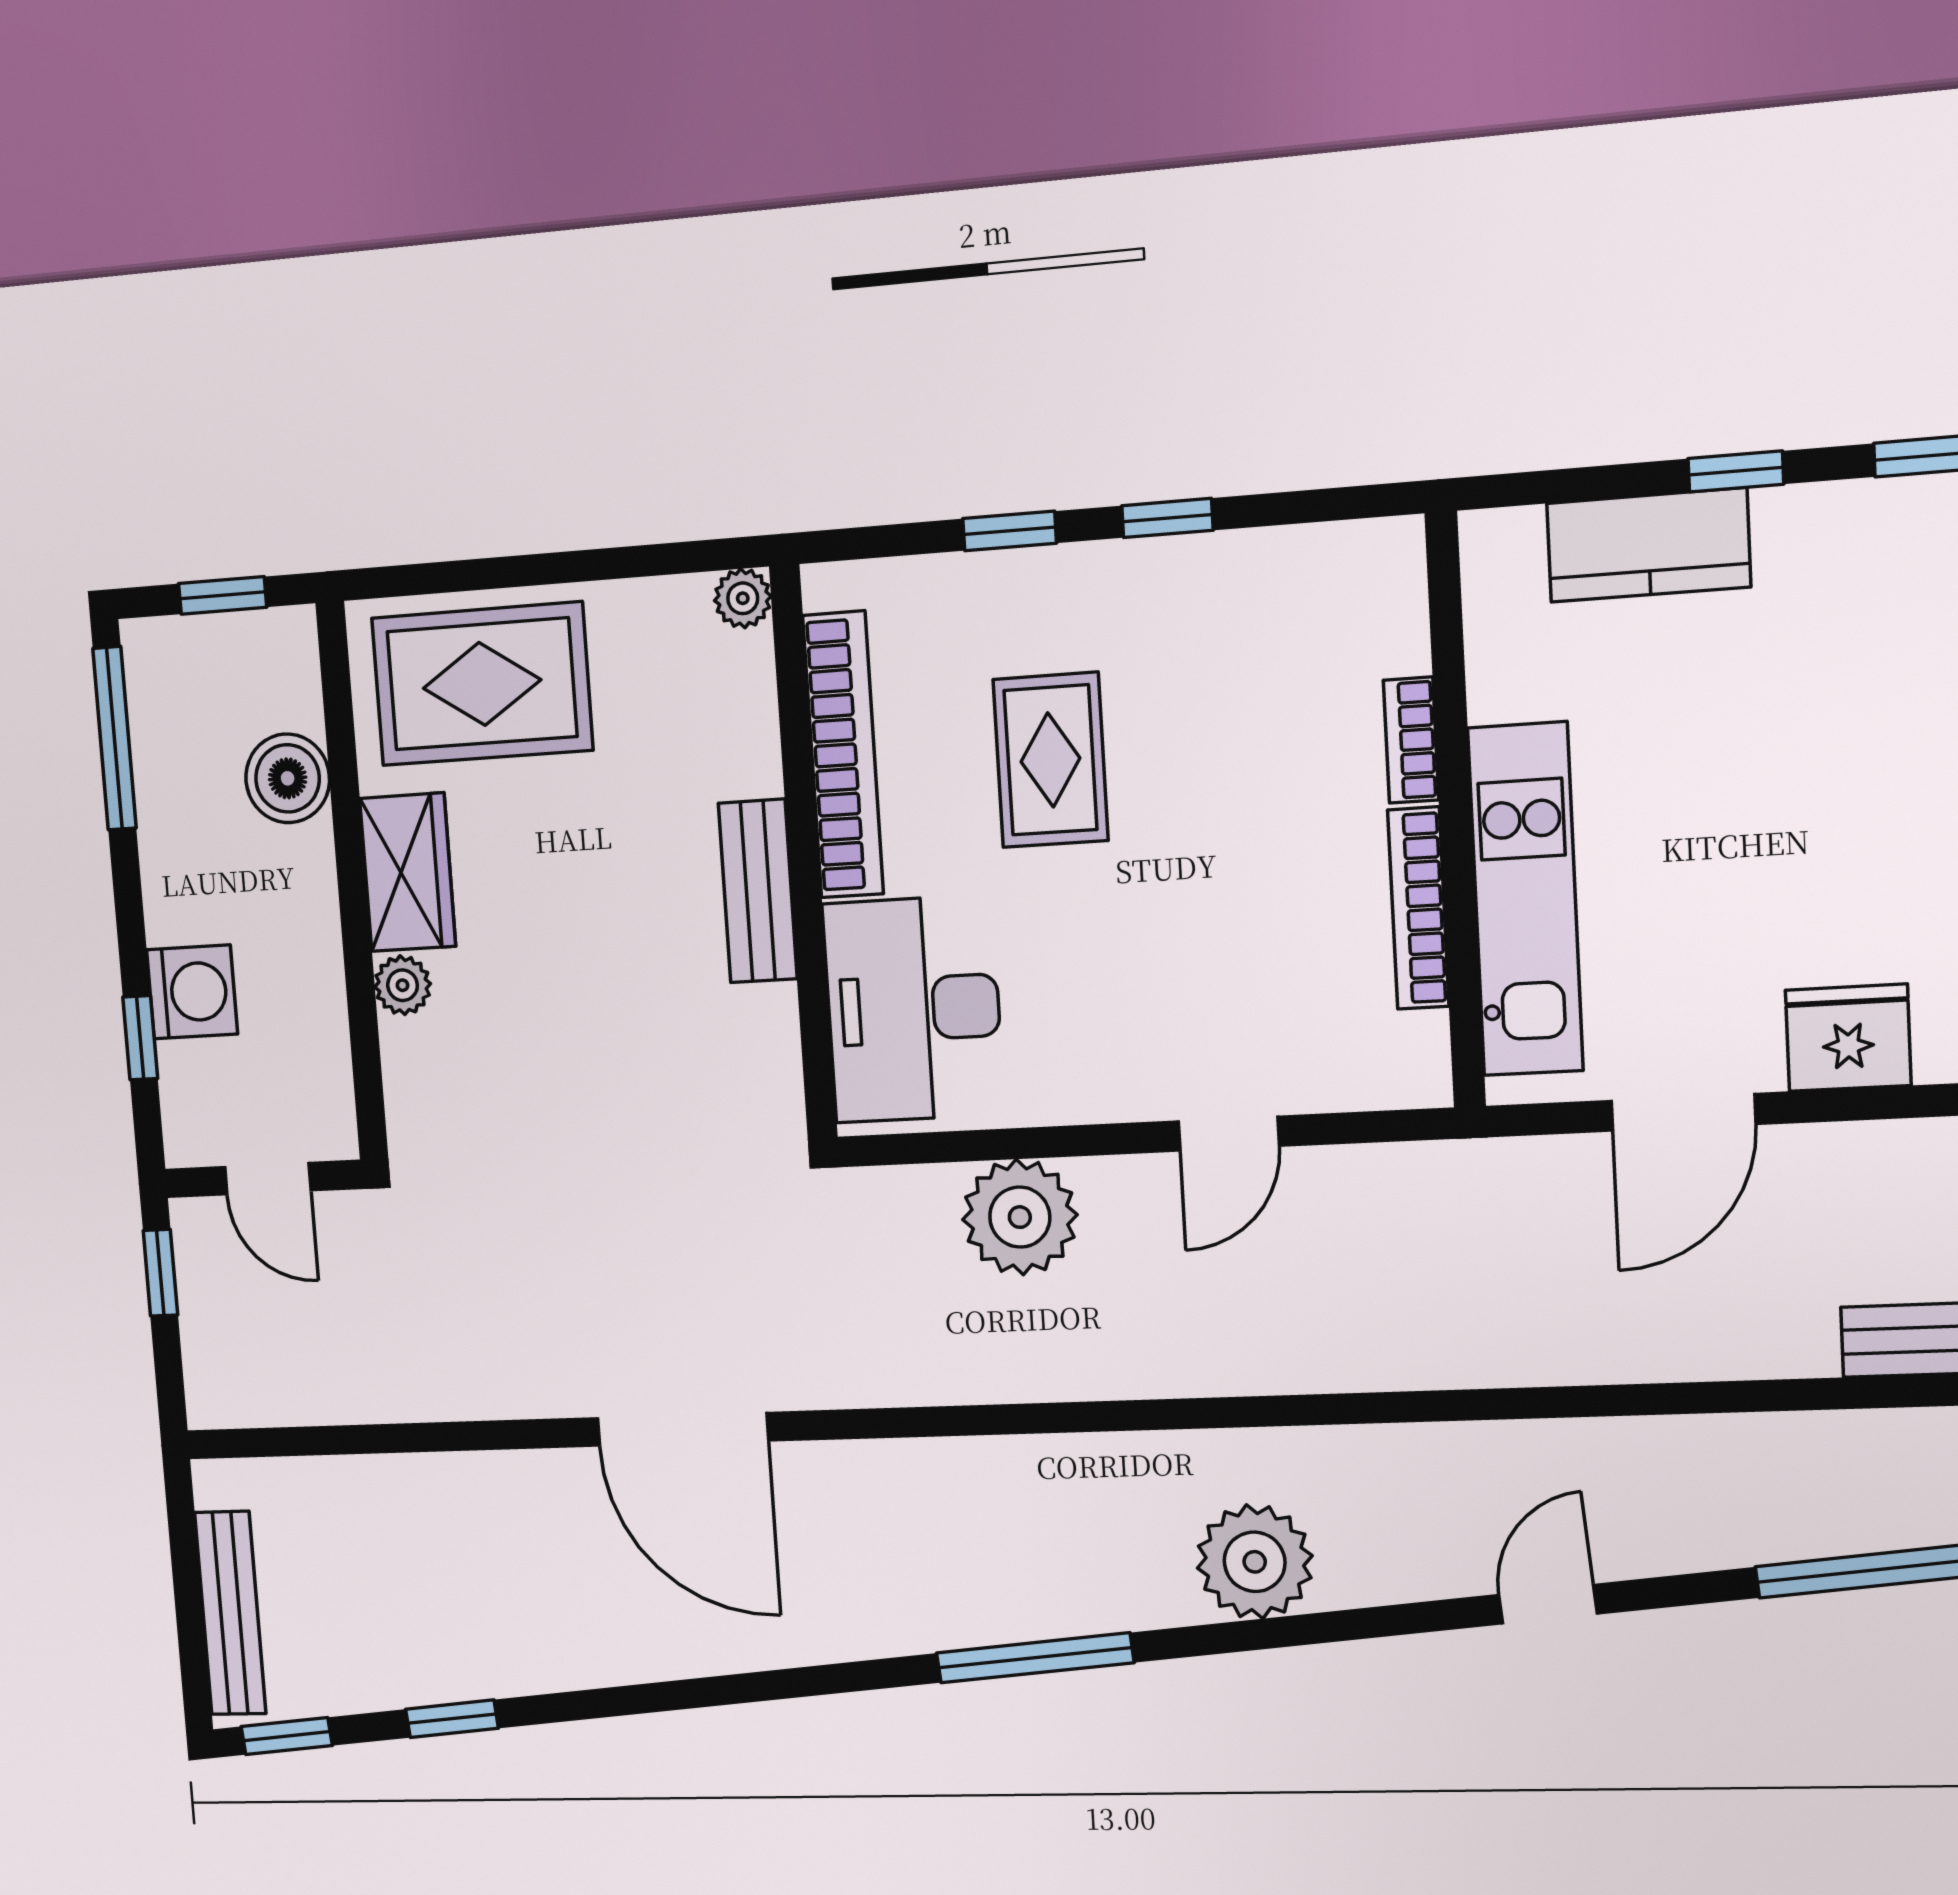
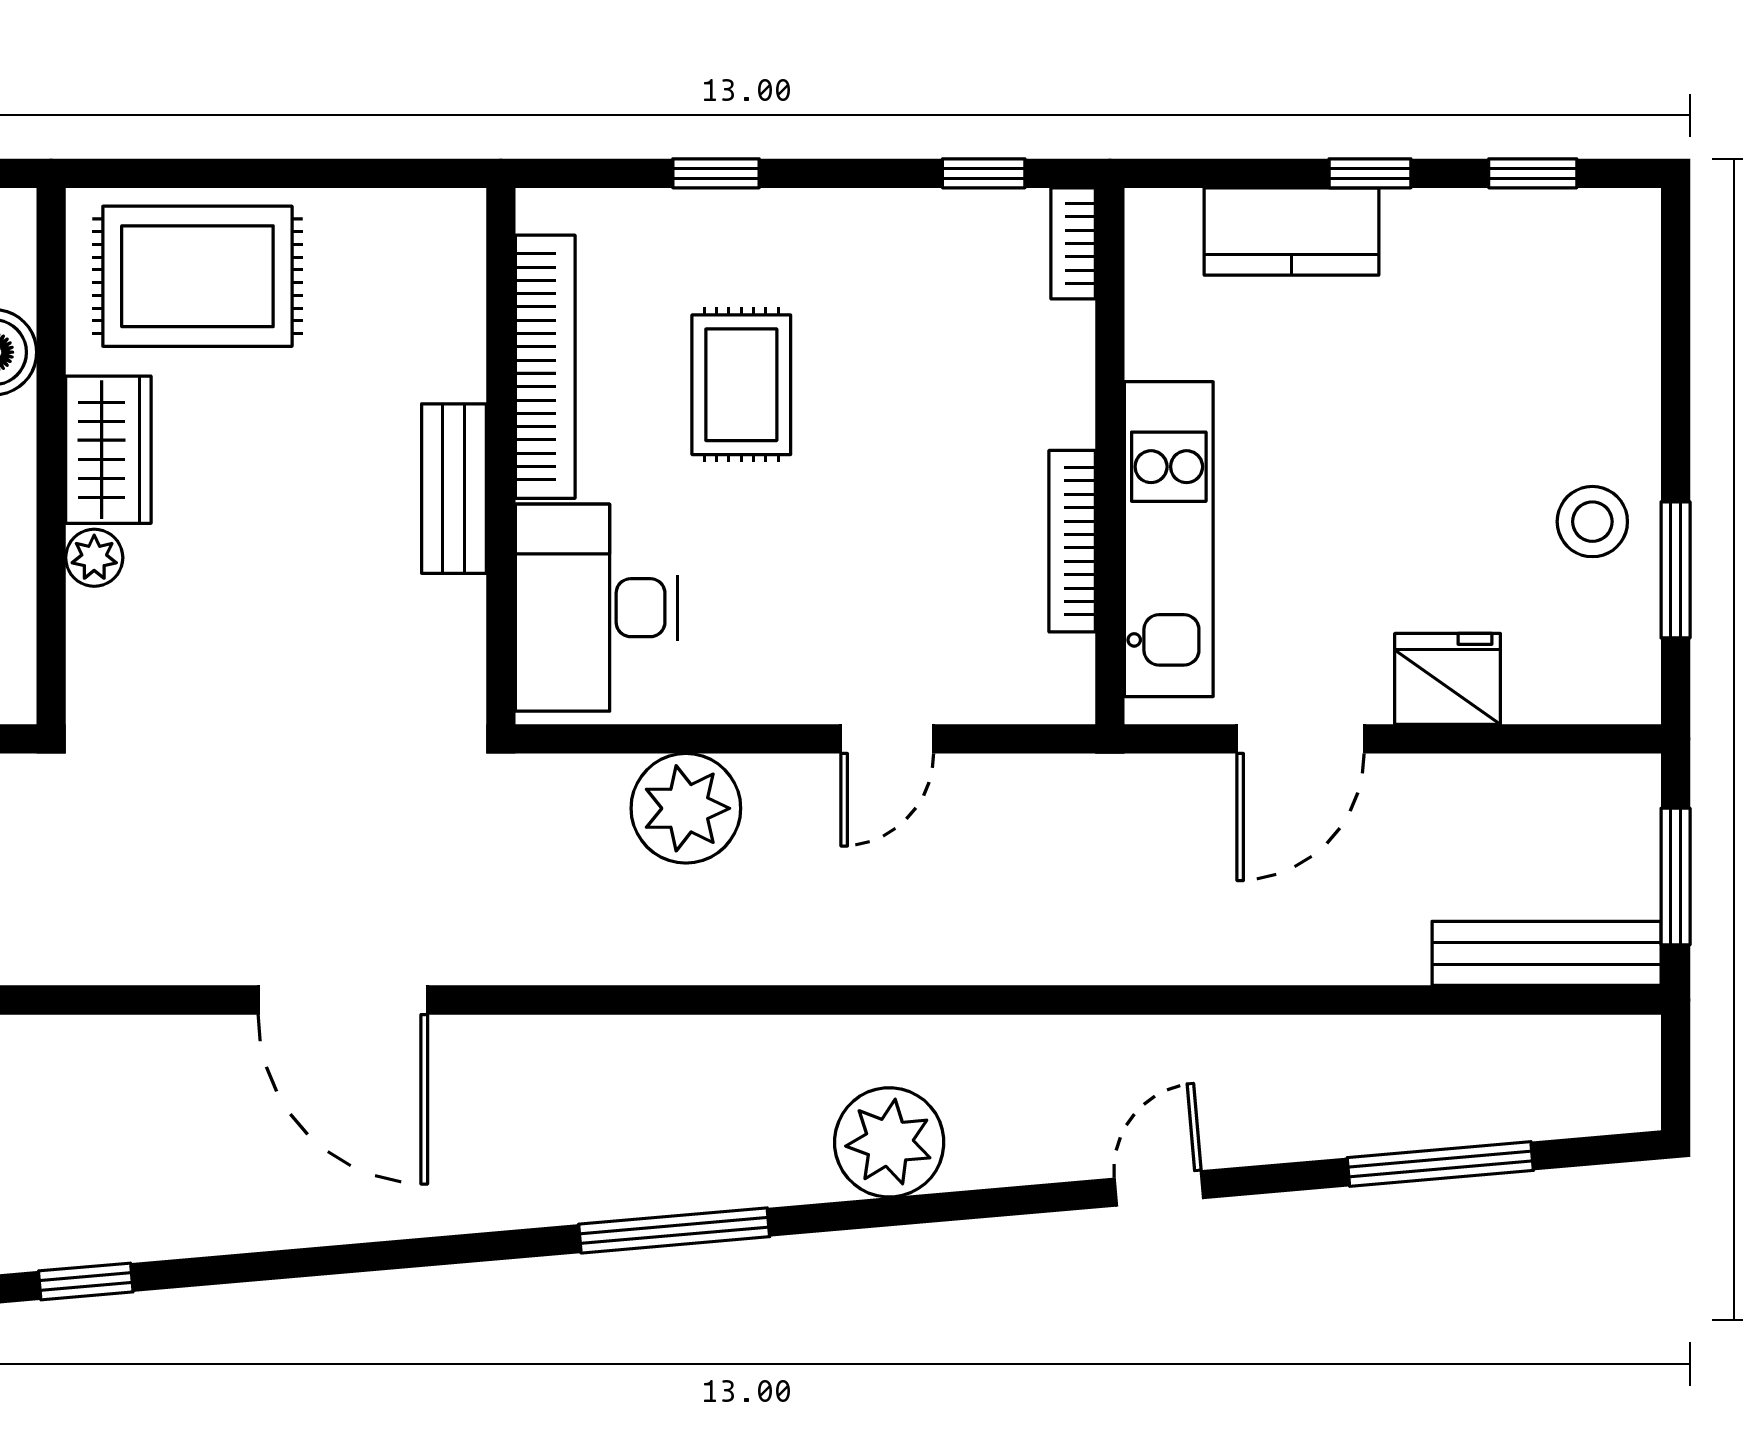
window: (1167, 518) -> (984, 173), moved
plant: (743, 598) -> (459, 215), removed
bookcase: (1411, 740) -> (1073, 243), moved

